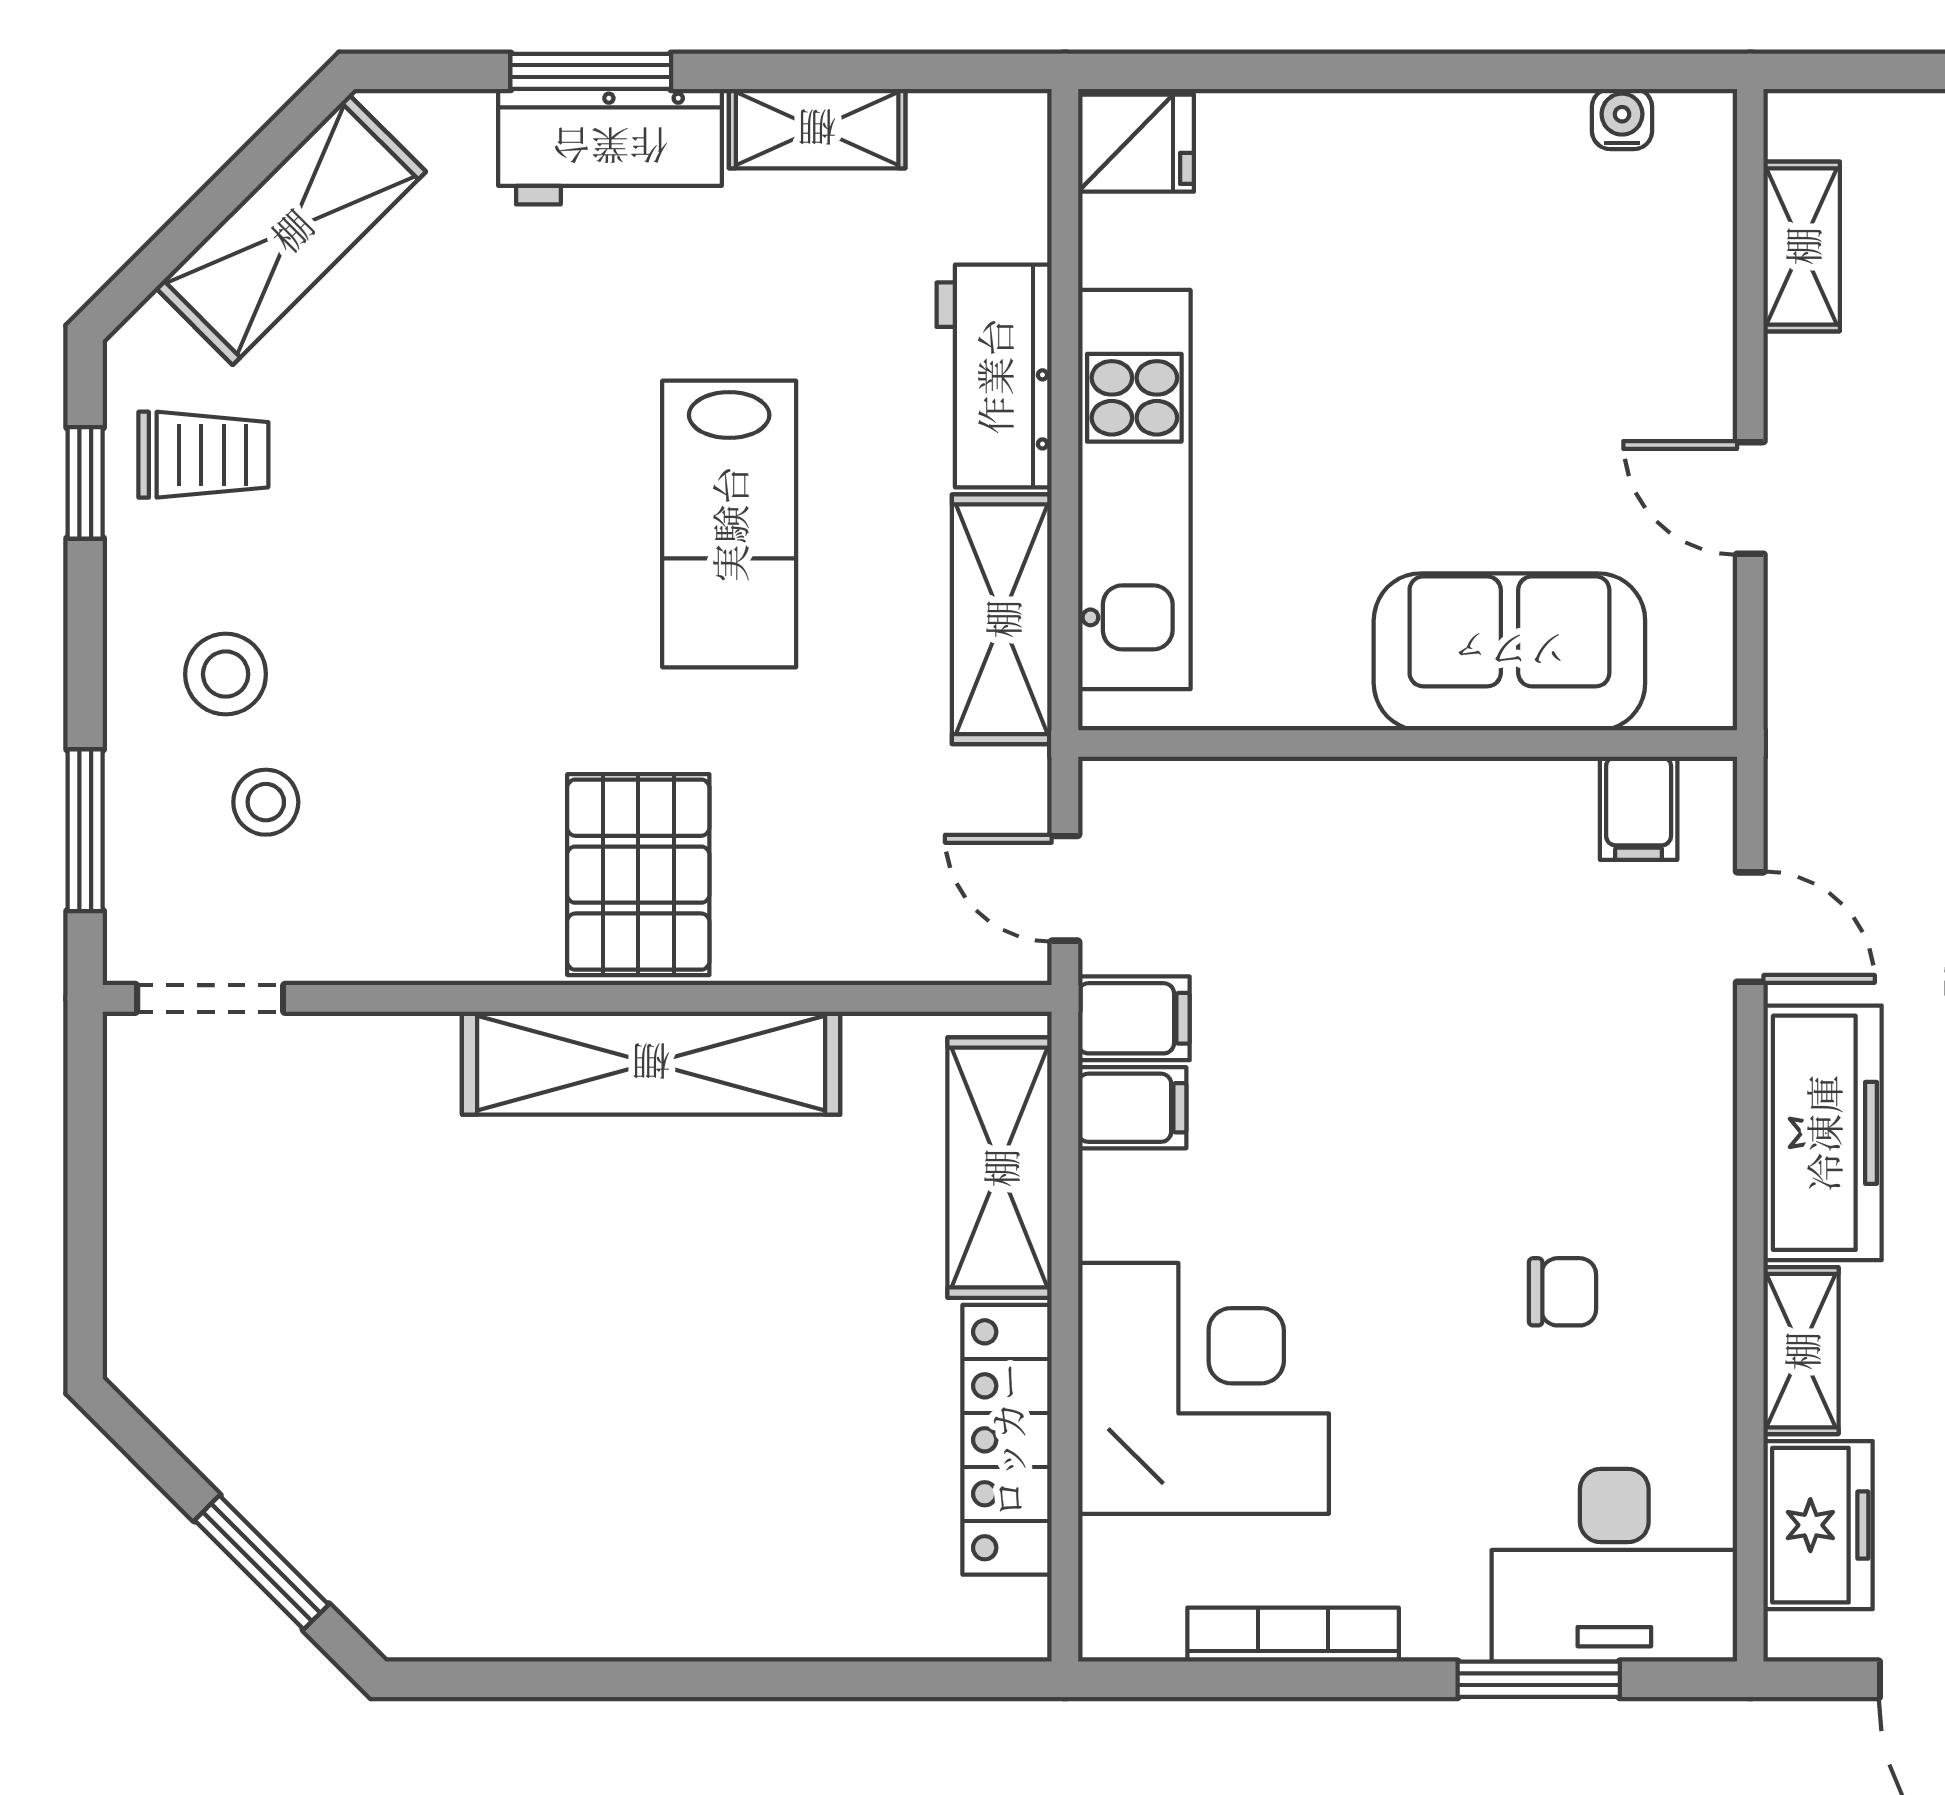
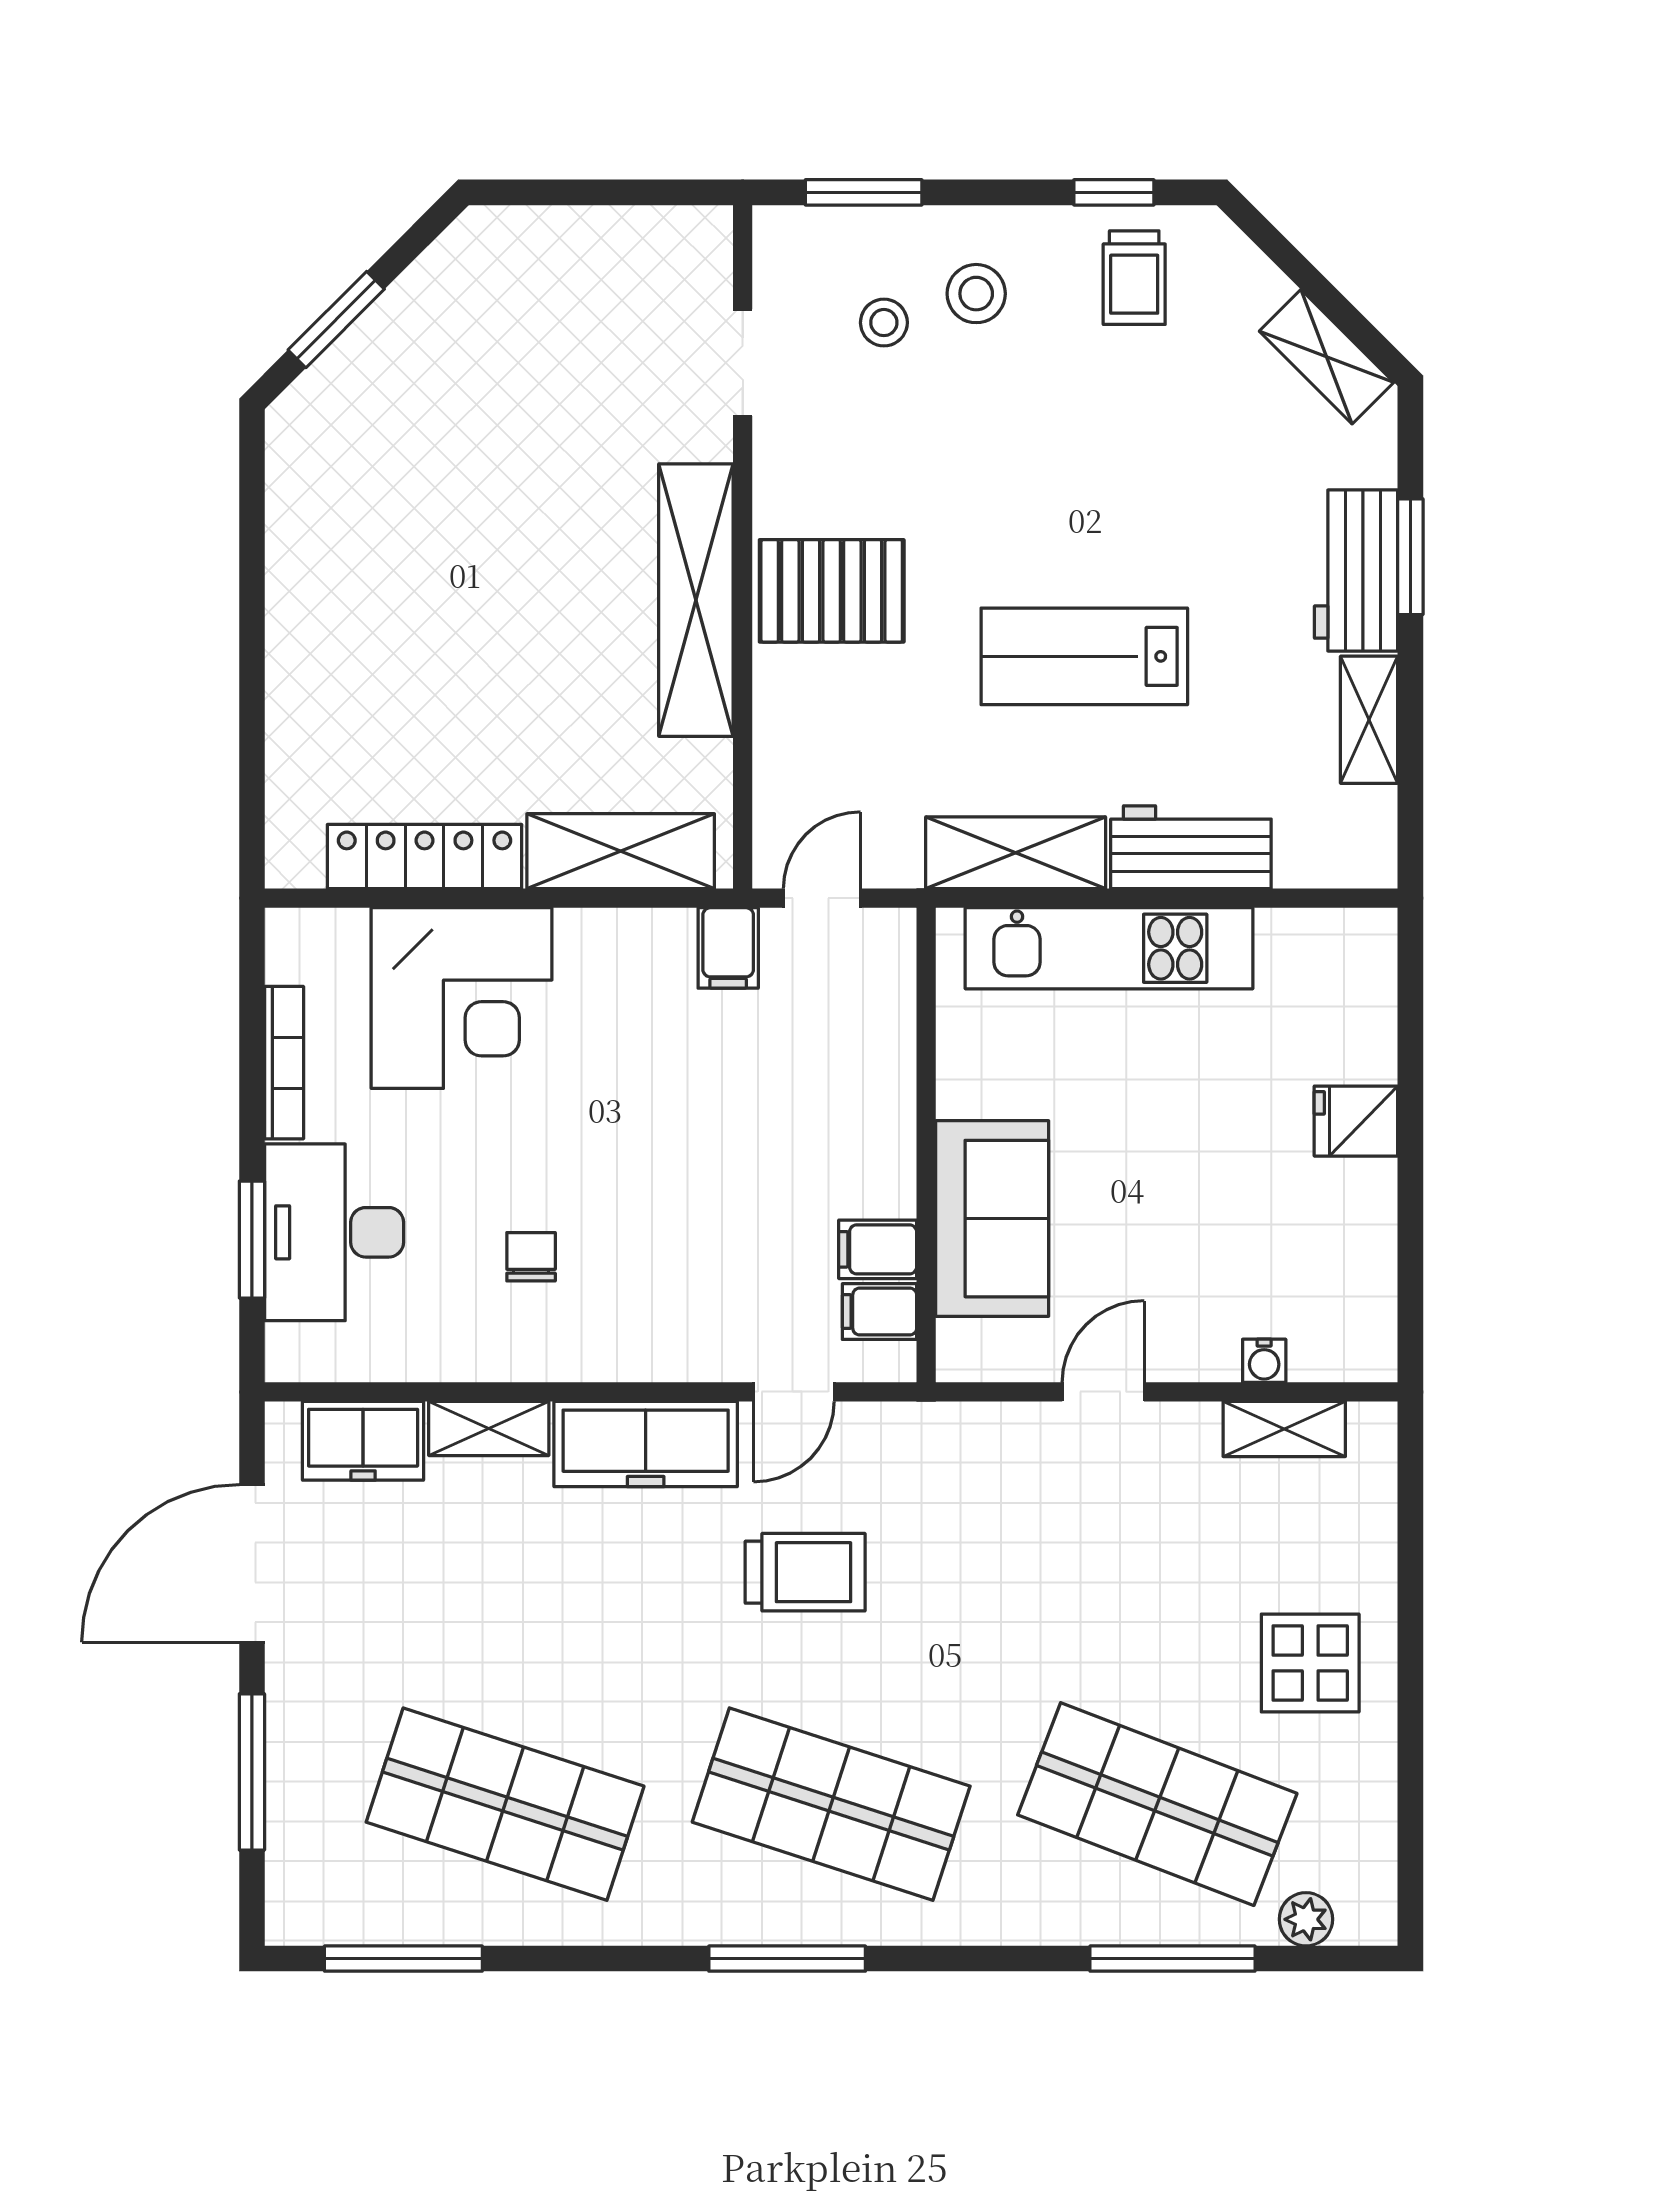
water cooler: (1622, 119) -> (1264, 1361), moved, turned 90
fridge: (1136, 143) -> (1356, 1121), moved, turned 90
shelving: (291, 230) -> (1326, 357), width x0.67, depth x0.75
doorway: (210, 998) -> (743, 363), moved
filing cabinet: (1132, 1108) -> (878, 1249), moved, turned 90
chair: (1563, 1292) -> (531, 1257), turned 180
desk: (1614, 1565) -> (334, 1232), moved

